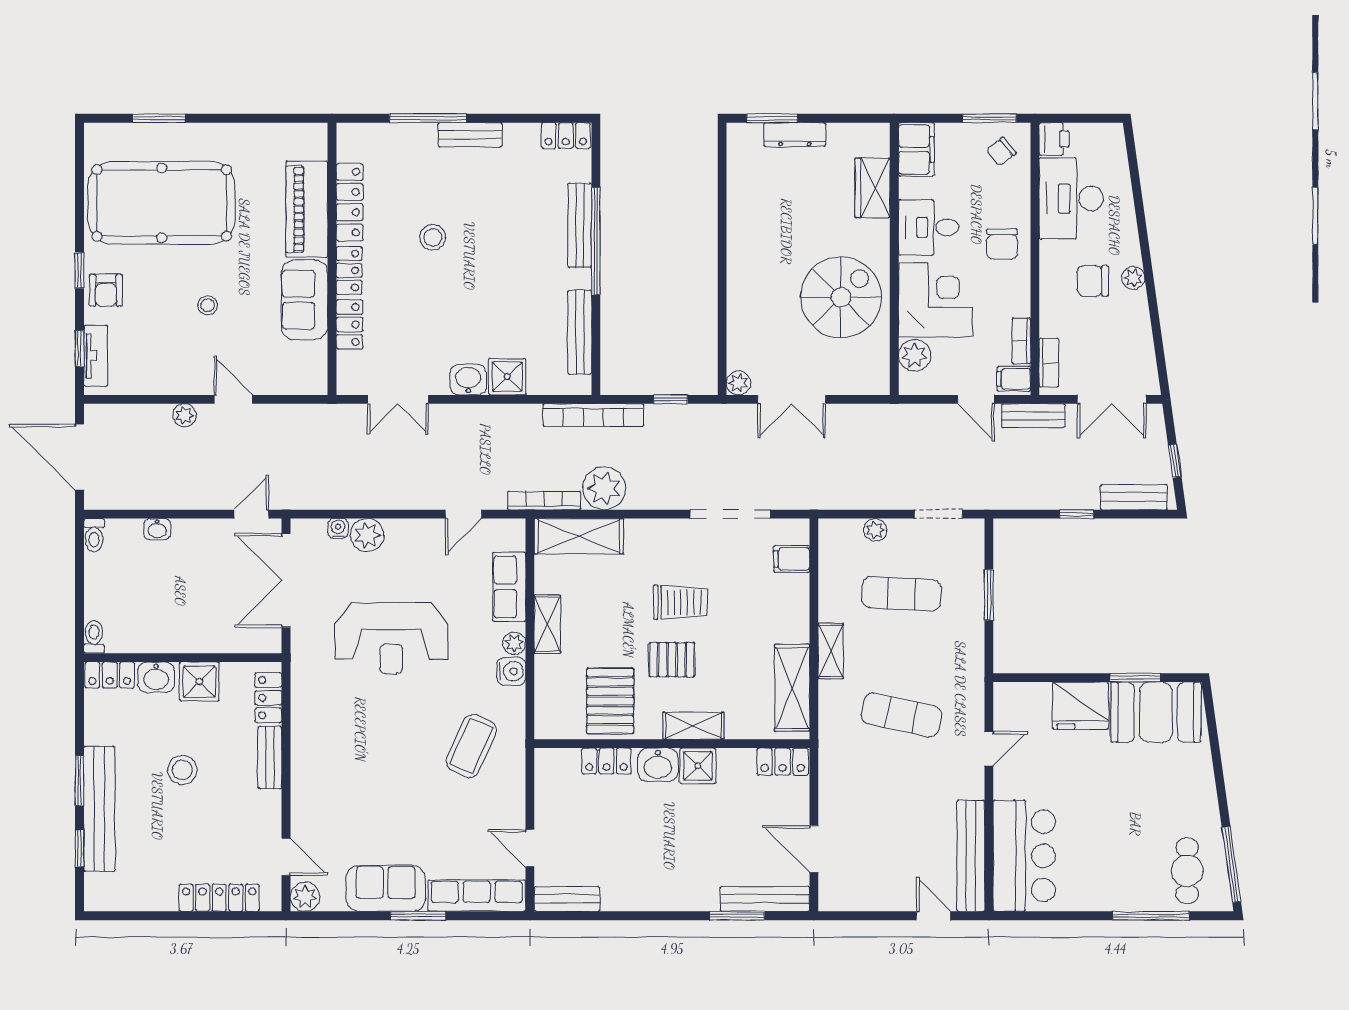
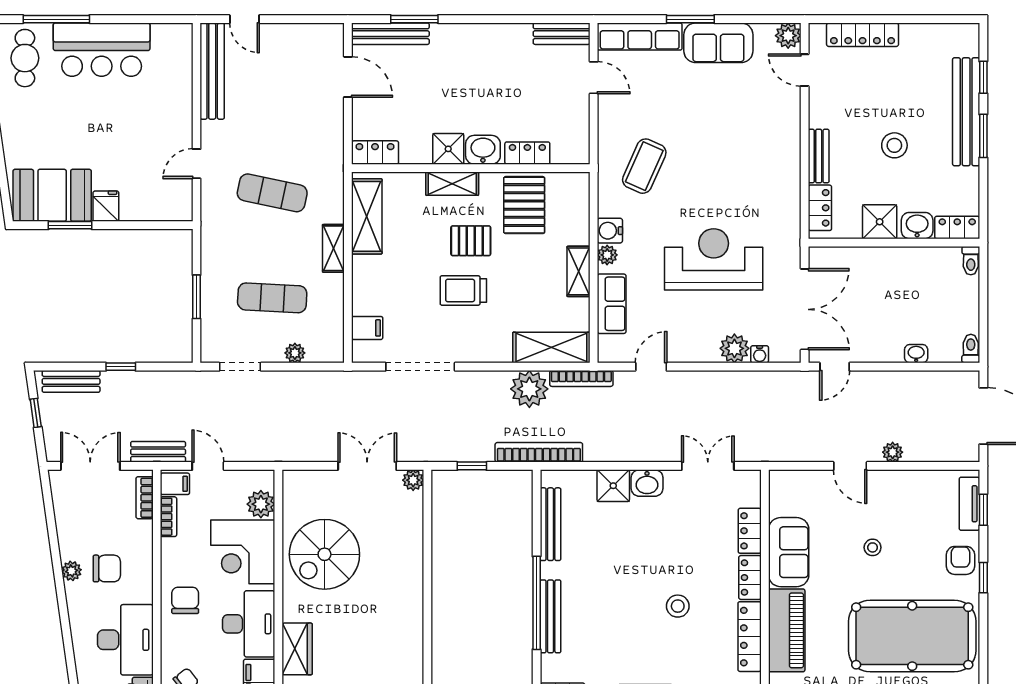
desk: (929, 227) -> (249, 624), width x1.37
fridge: (1080, 706) -> (106, 206), width x0.53, depth x0.75
bar counter: (1024, 856) -> (102, 50), moved, turned -90

